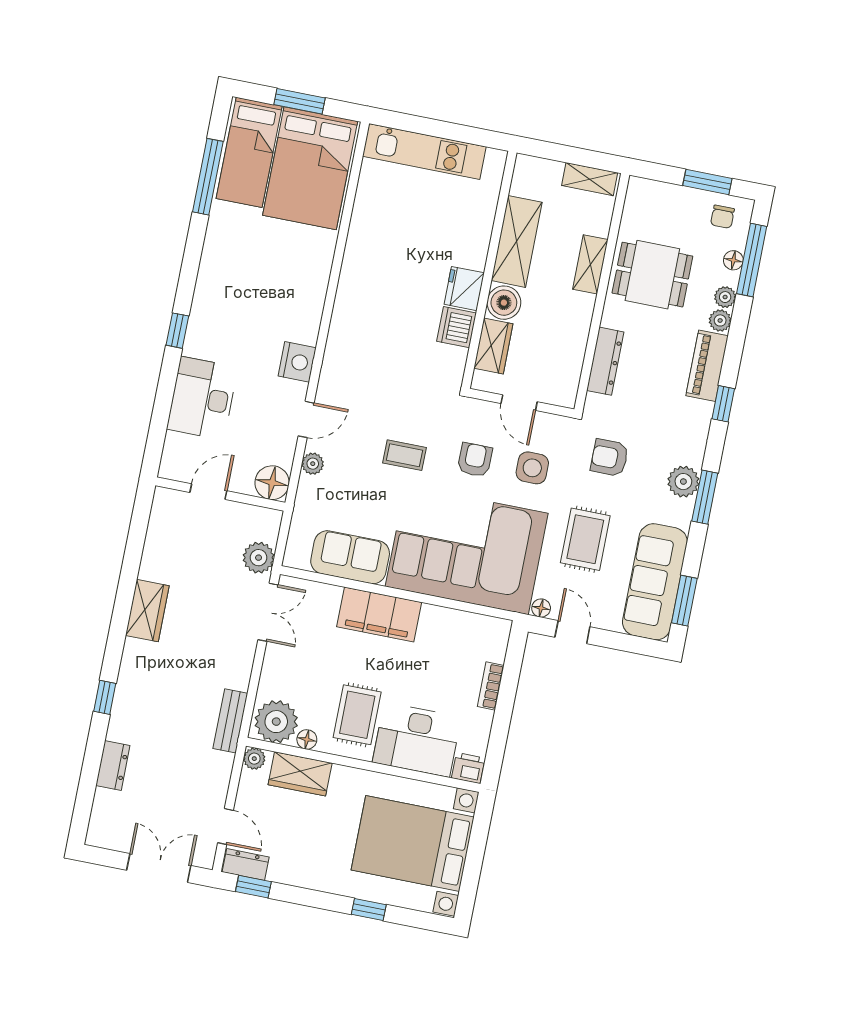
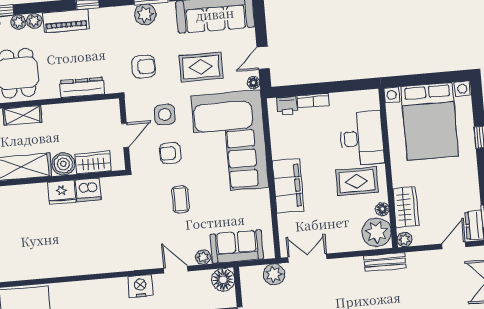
armchair: (610, 458) -> (144, 67), turned -90
sofa: (350, 557) -> (237, 247), moved, turned 90
printer: (468, 768) -> (287, 105), moved, turned -90

